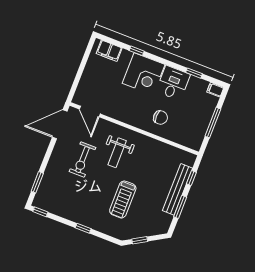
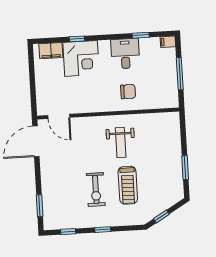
corner desk: (144, 74) -> (81, 58), moved
weight bench: (117, 153) -> (121, 143), moved
exercise bike: (82, 160) -> (96, 190), moved
window: (191, 178) -> (183, 136), removed
bench: (177, 189) -> (175, 152), removed
window: (40, 212) -> (68, 232), moved

